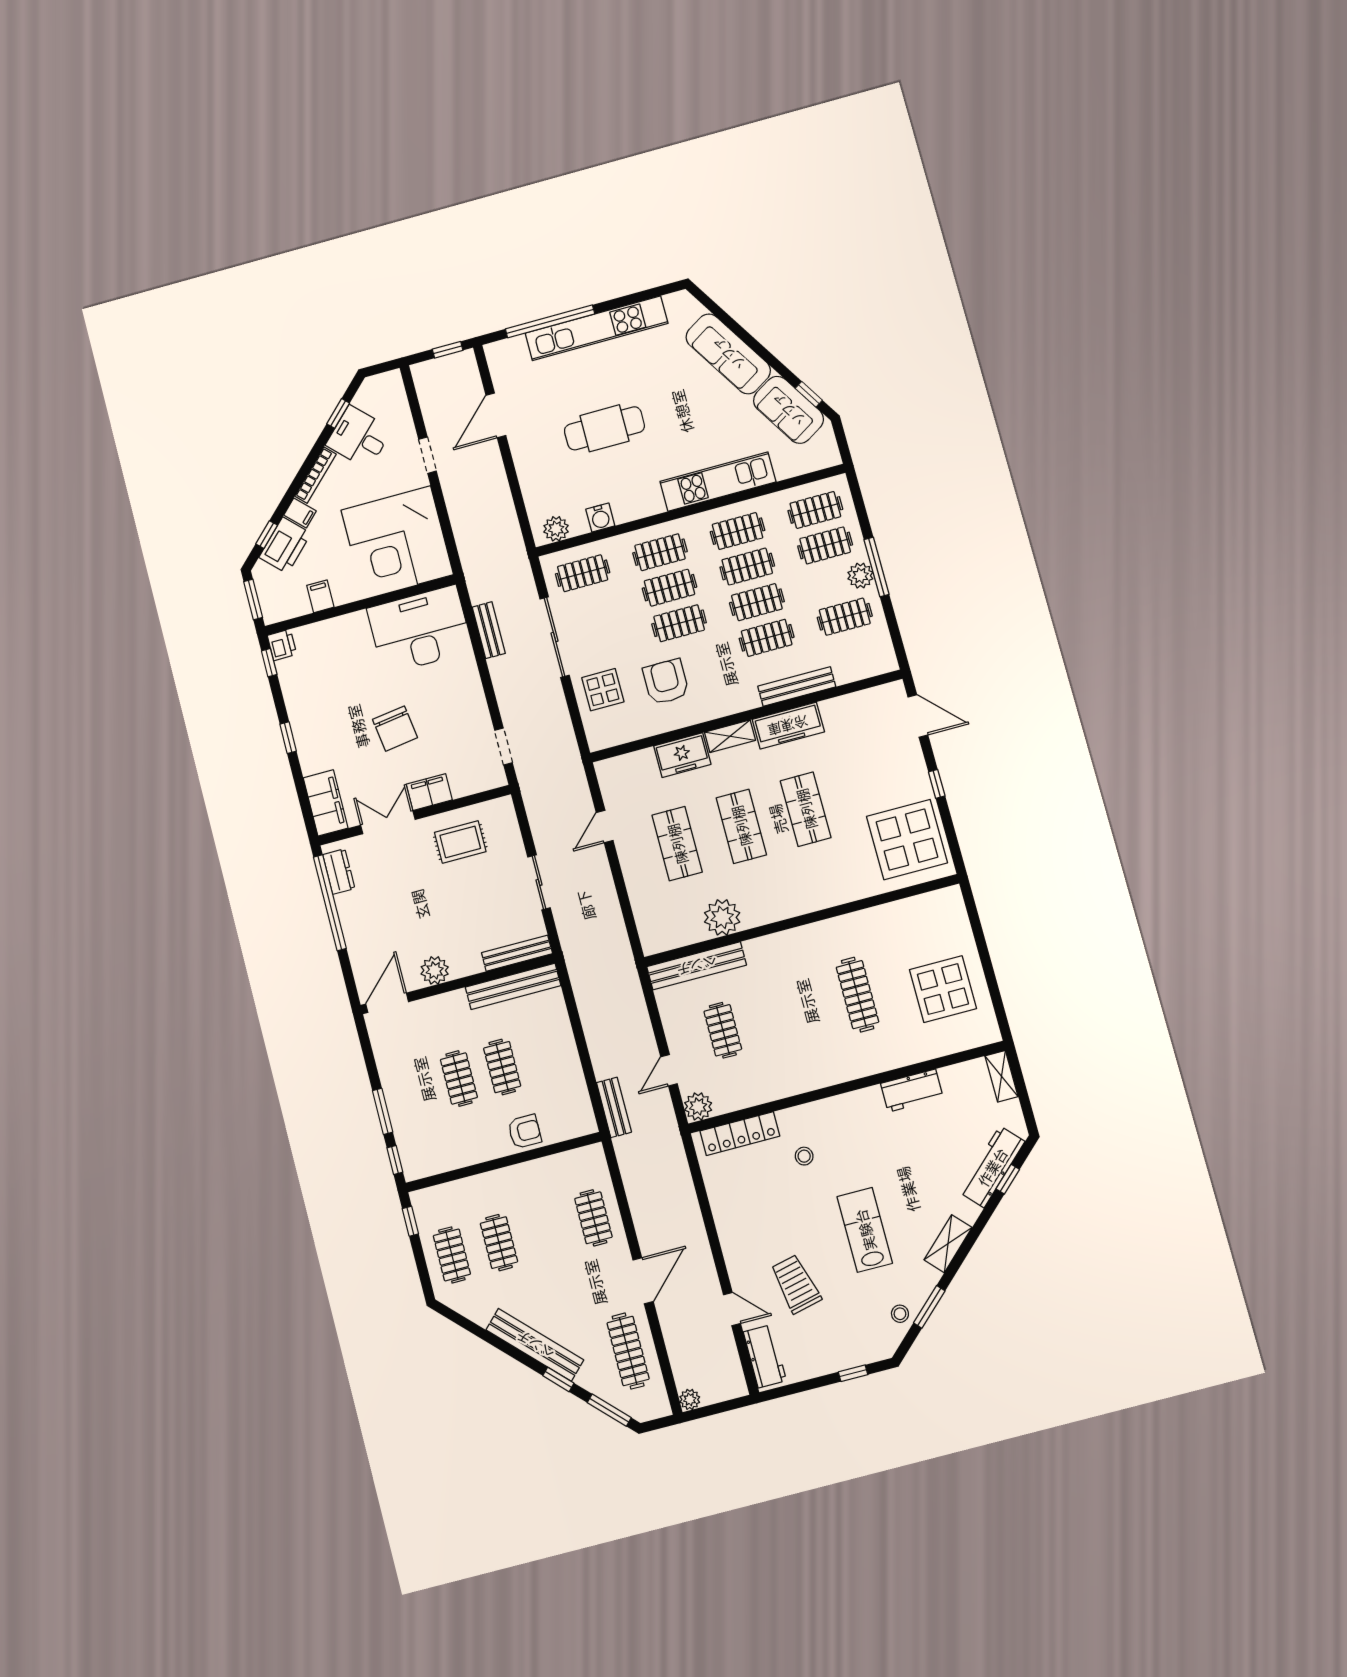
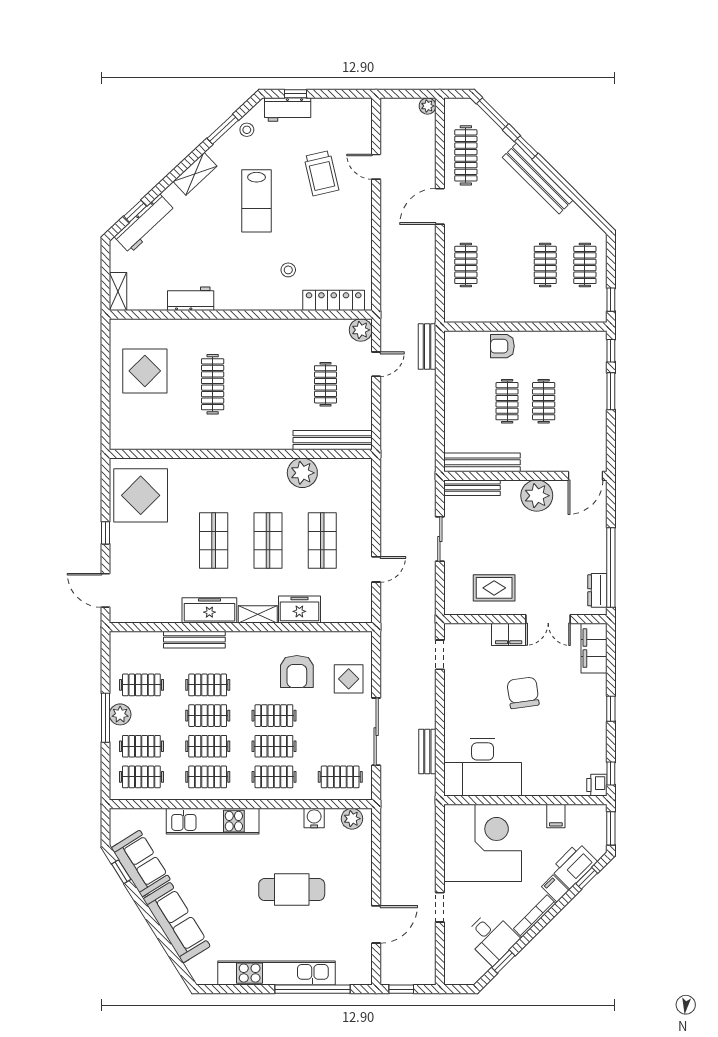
plant: (435, 970) -> (537, 496), width x1.36, depth x1.36
workbench: (765, 1356) -> (288, 110), moved, turned -90

